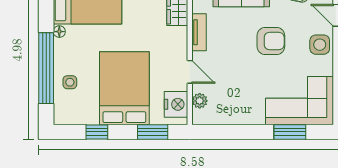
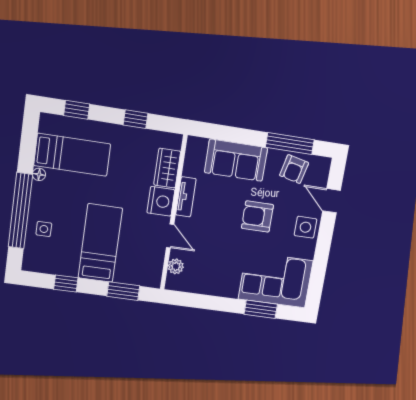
armchair: (271, 41) -> (257, 216), turned 180
bed: (124, 88) -> (100, 243), width x0.67
nightstand: (176, 104) -> (161, 201), moved

